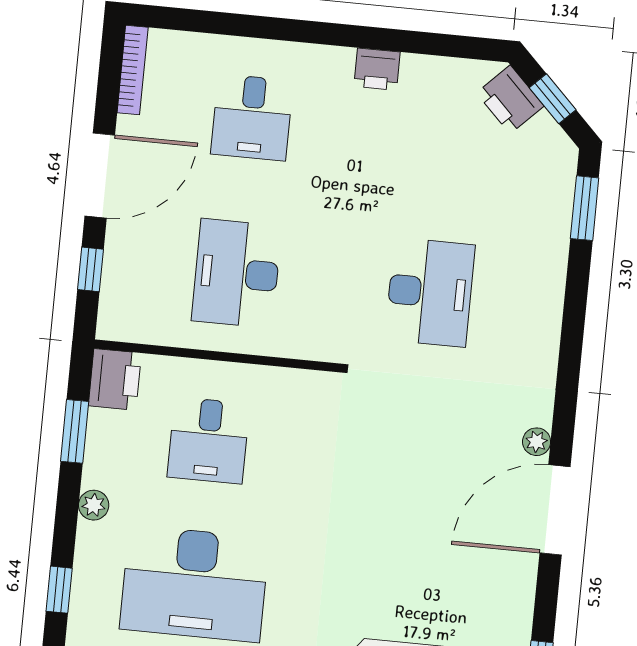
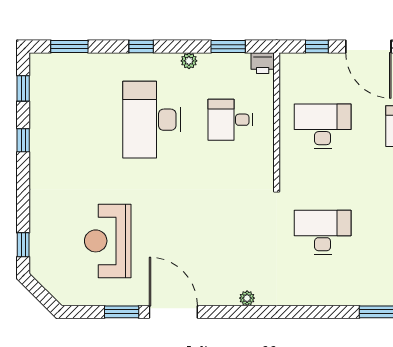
desk: (430, 292) -> (323, 232), turned 180
printer: (115, 379) -> (263, 63), width x0.73, depth x0.81
door: (555, 510) -> (173, 312), moved

